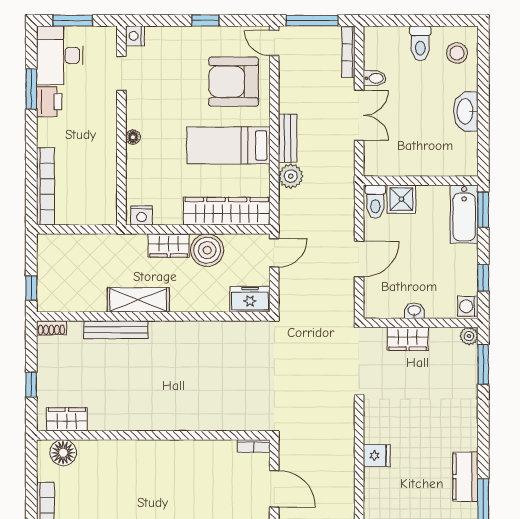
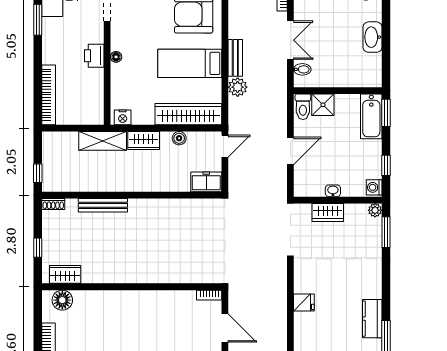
bidet: (375, 78) -> (302, 69), moved
printer: (49, 102) -> (94, 56), moved, turned 180
boiler: (207, 250) -> (179, 138), width x0.54, depth x0.54
shelving: (138, 300) -> (103, 141), moved

